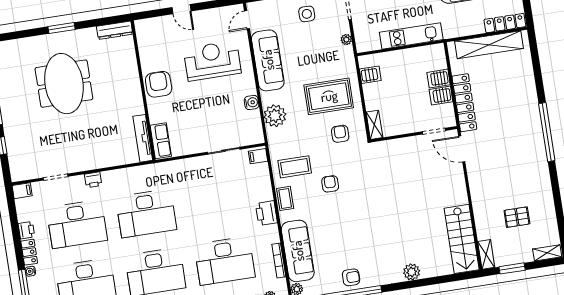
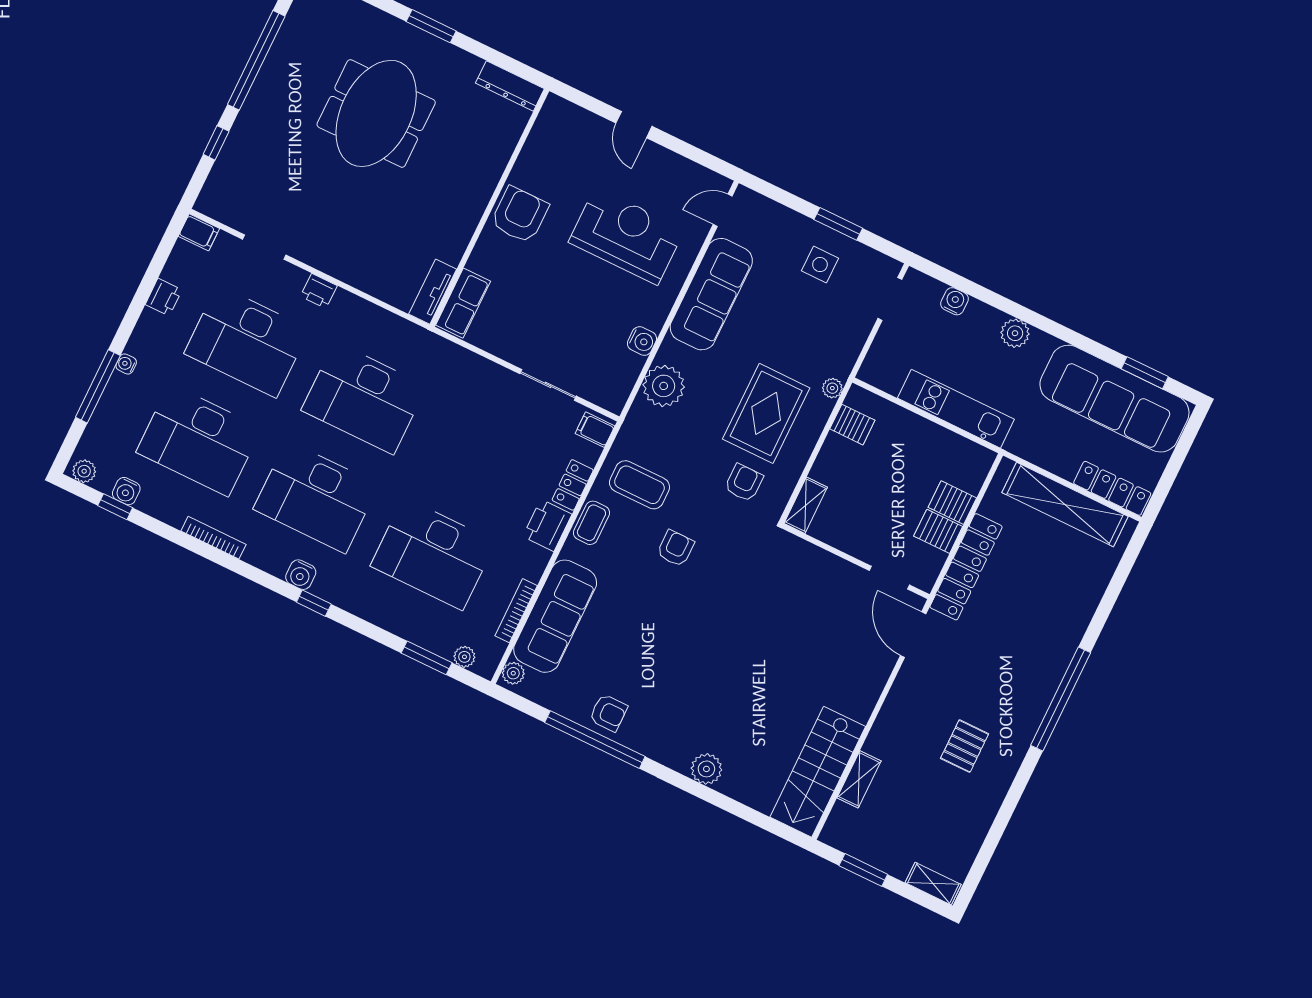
plant: (346, 40) -> (832, 388), moved
rug: (329, 96) -> (766, 413), turned 90
tv unit: (143, 138) -> (433, 292), width x0.71
pallet: (517, 217) -> (965, 746), moved, turned 90
locker: (29, 252) -> (573, 485), moved, turned 180
shelving: (486, 254) -> (859, 779), moved

